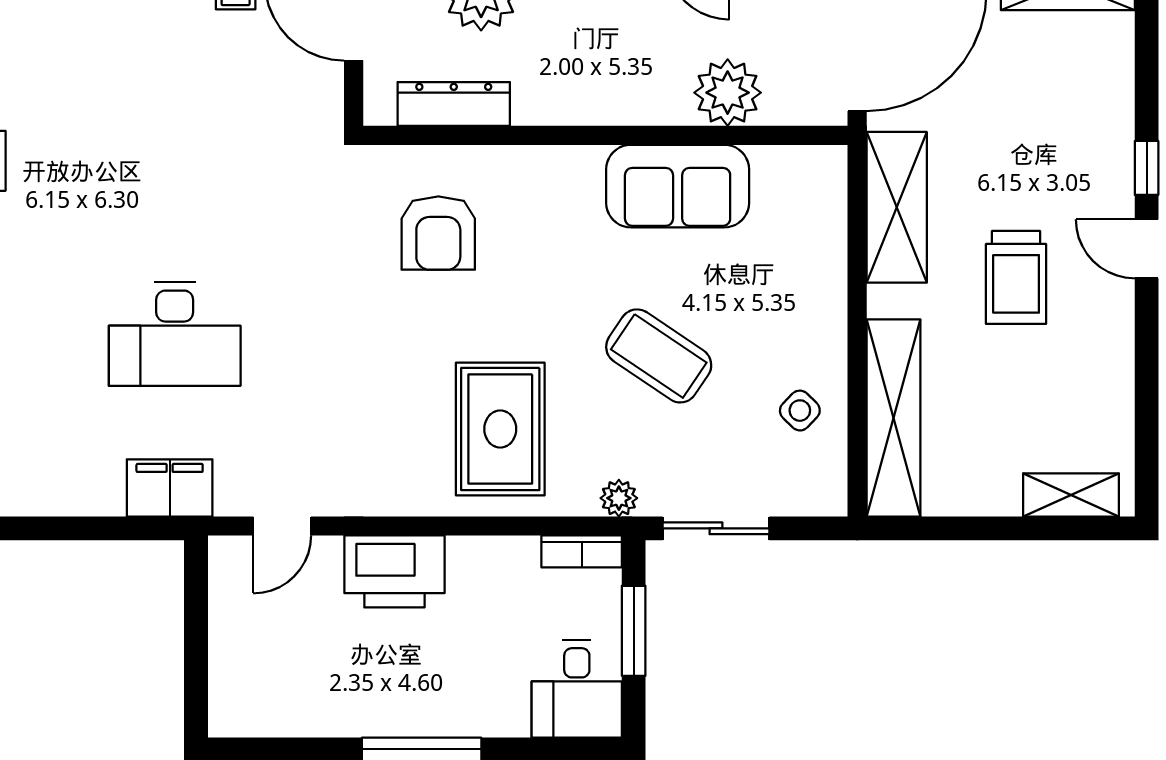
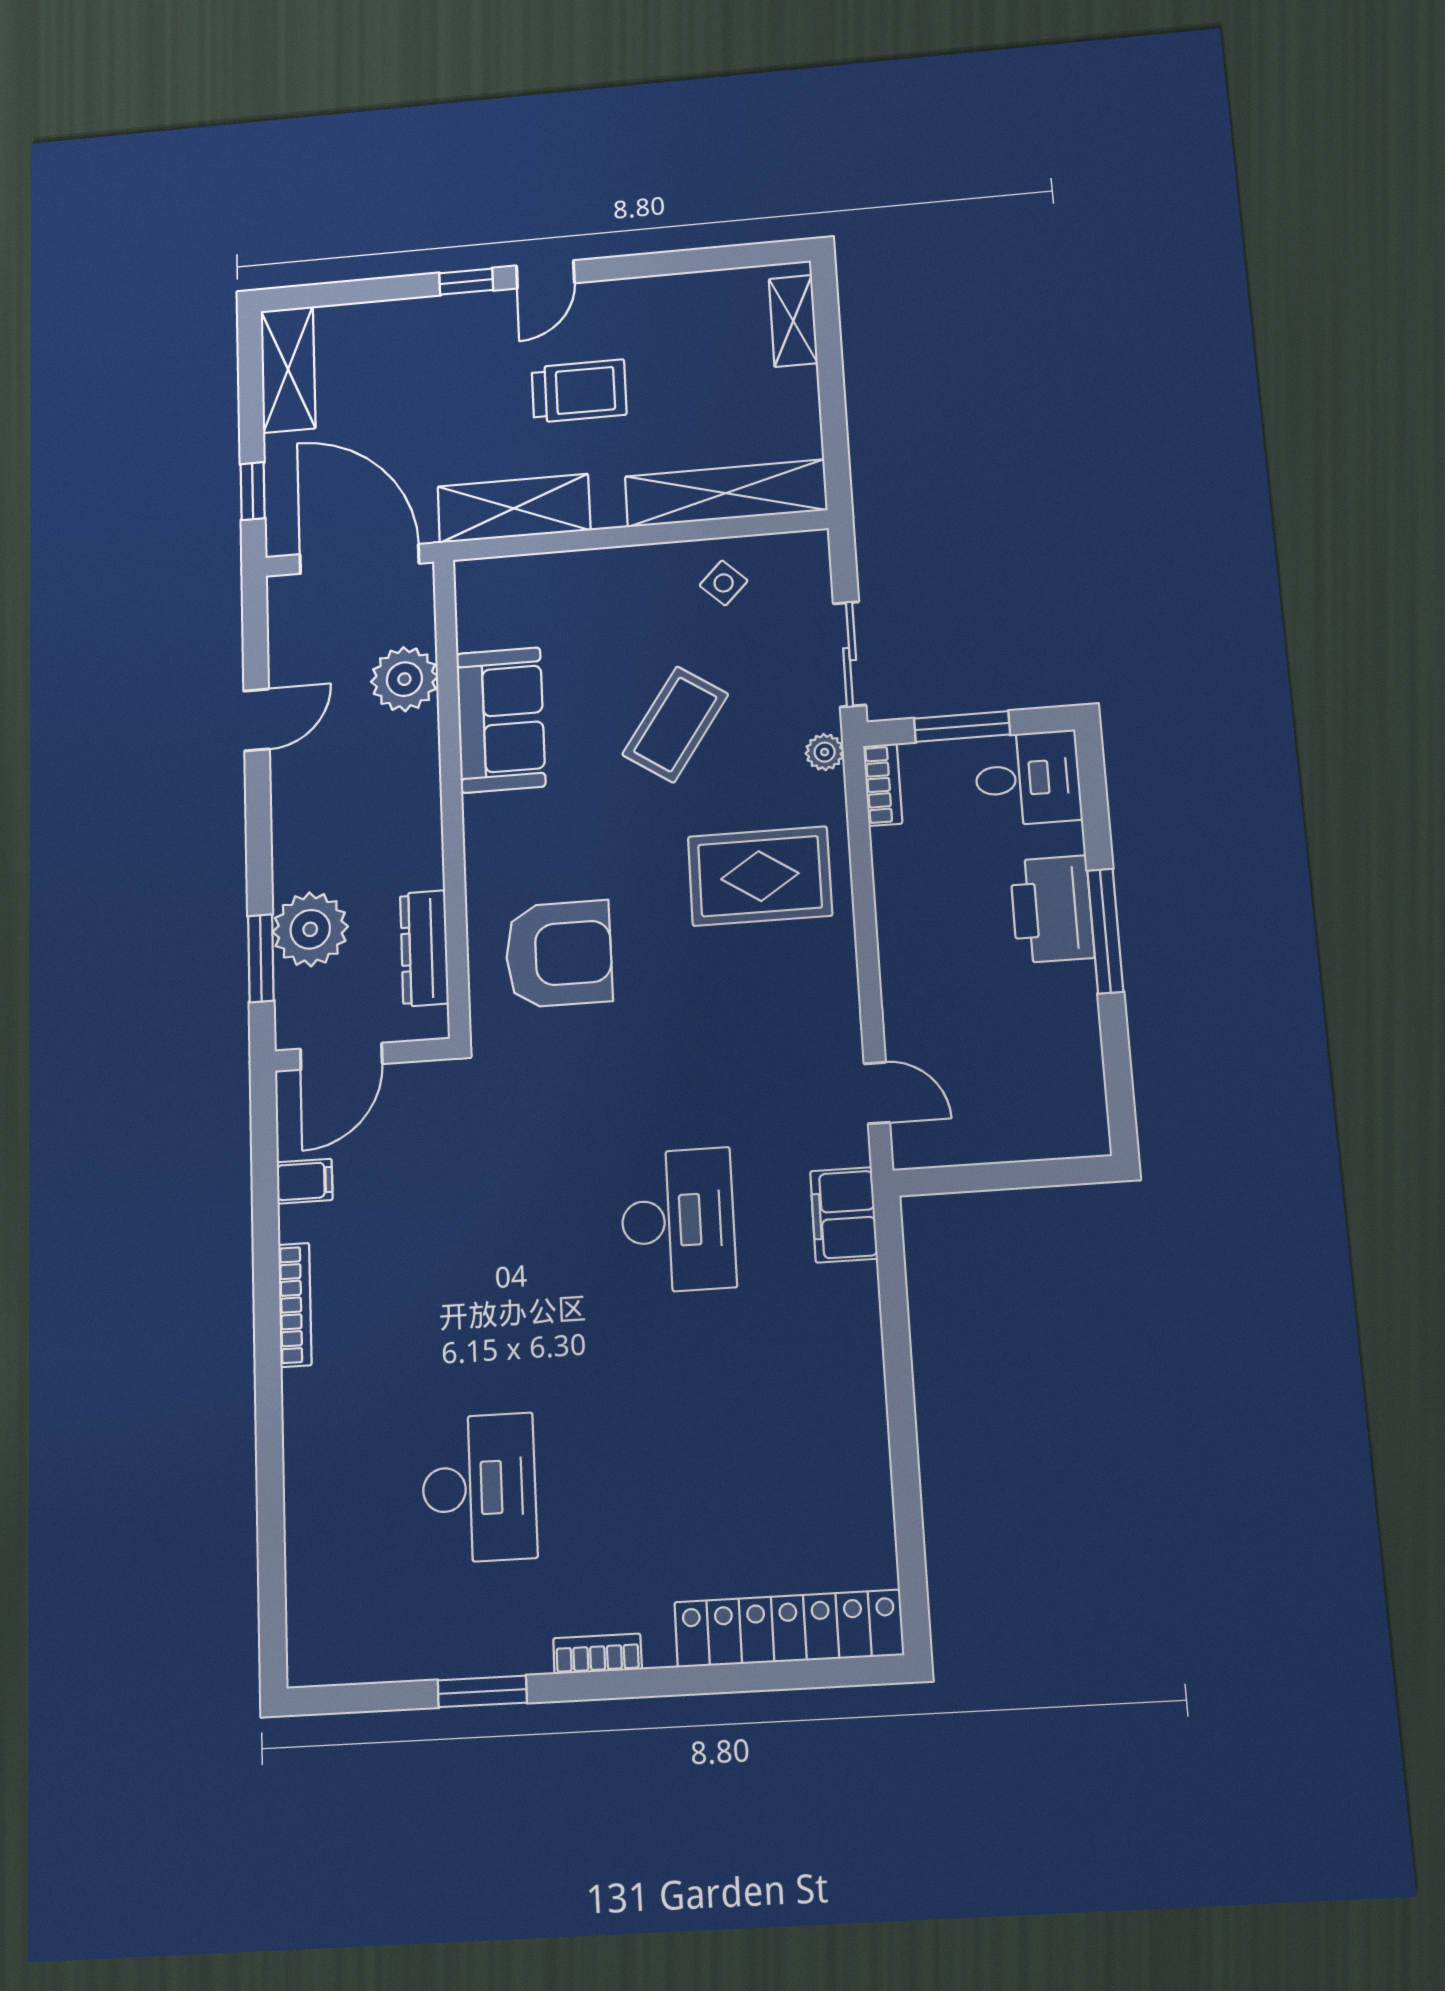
armchair: (438, 233) -> (559, 954), width x1.36, depth x1.36
printer: (394, 571) -> (1052, 909), moved, turned 180

